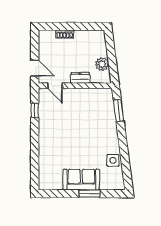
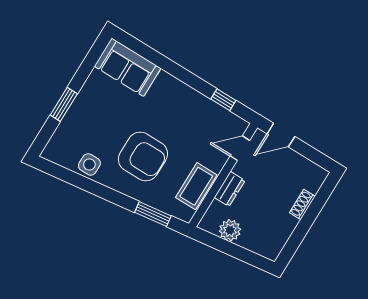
coffee table: (90, 96) -> (196, 186), added
armchair: (91, 135) -> (143, 156), added
sofa: (81, 180) -> (128, 67), moved, turned 90

